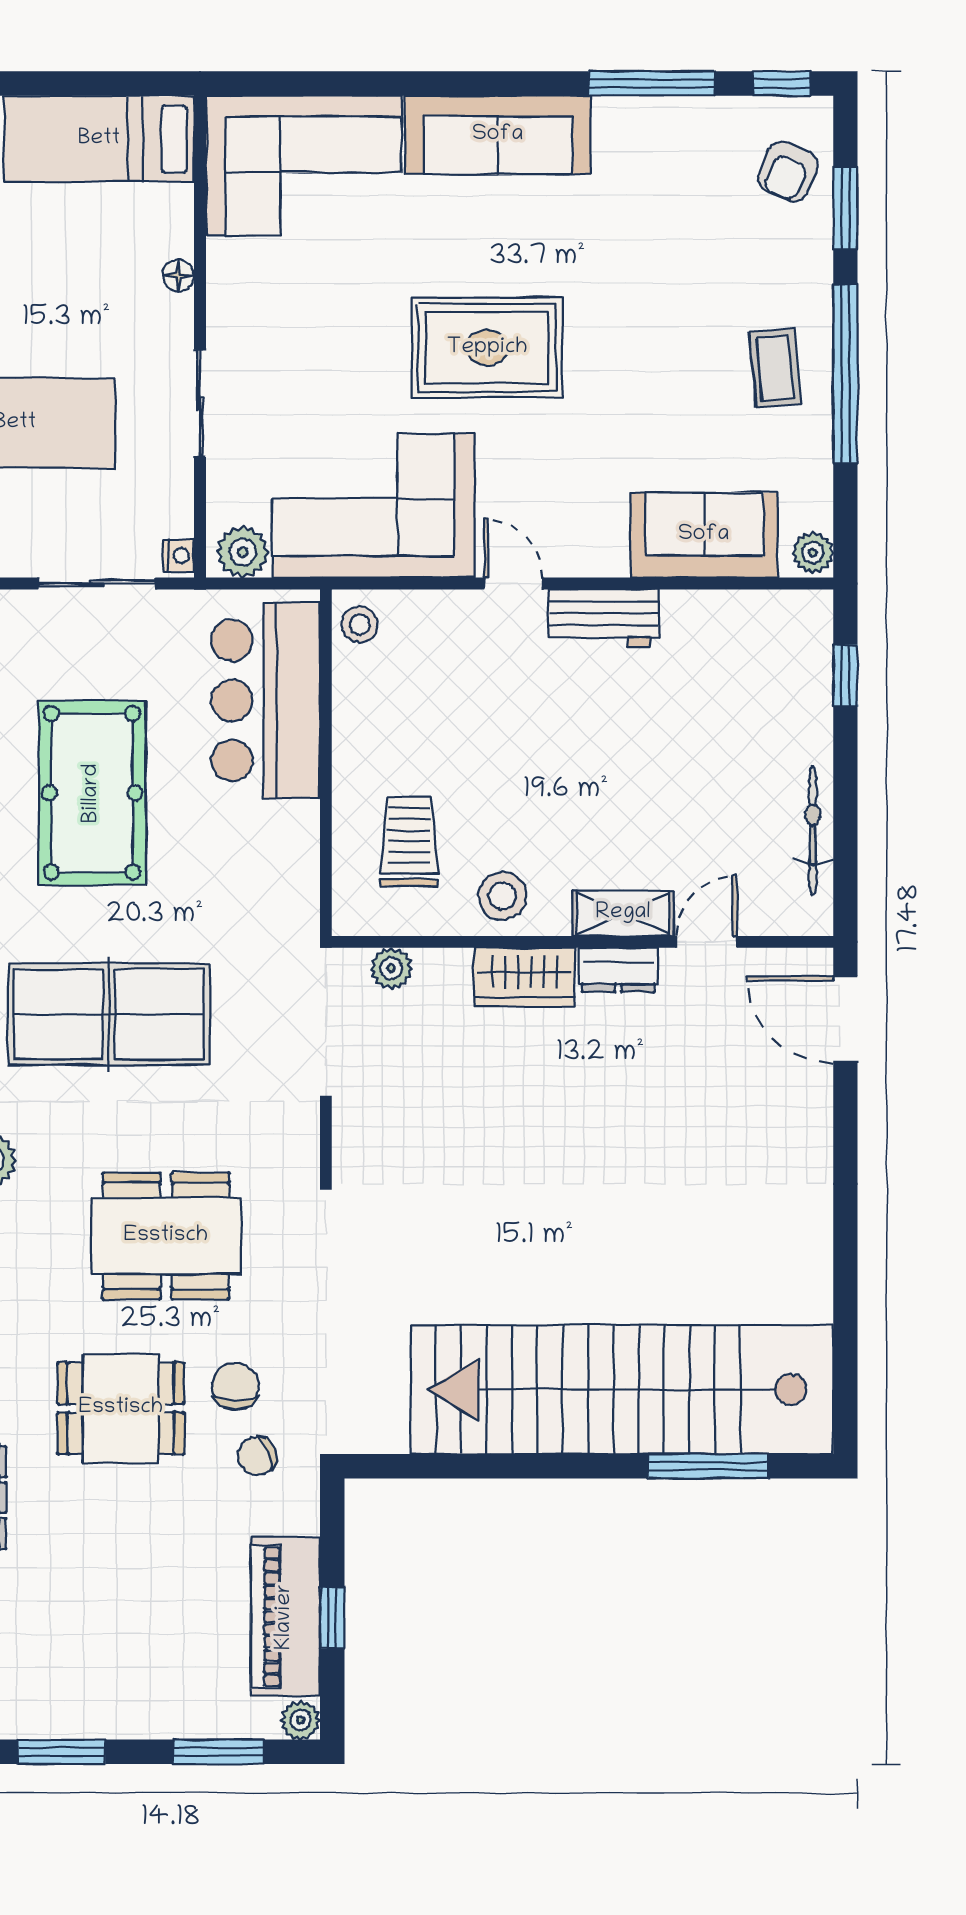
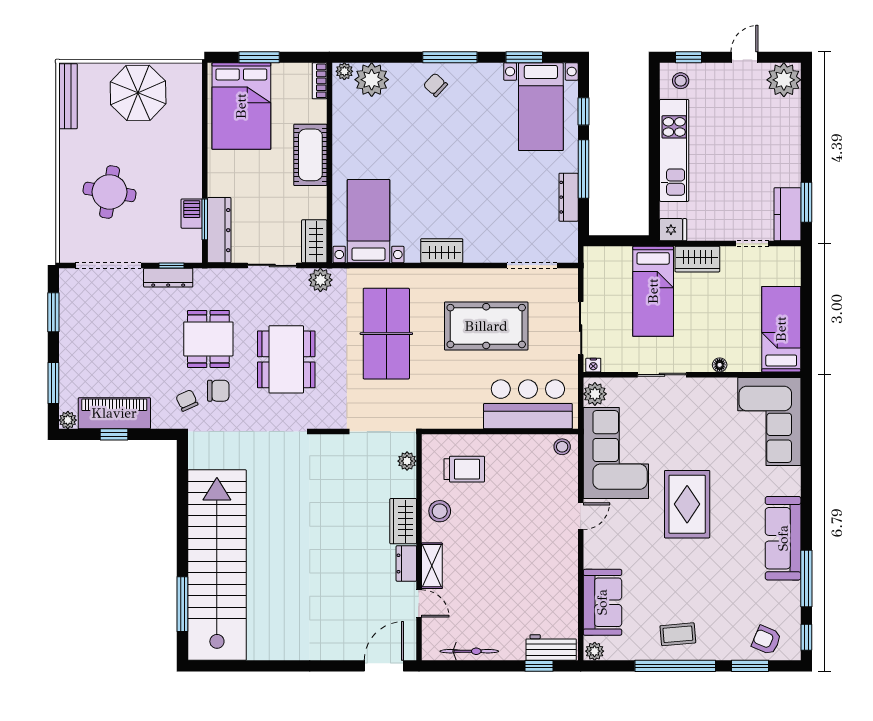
sofa: (498, 135) -> (783, 538), moved
workbench: (604, 618) -> (551, 648), moved, turned 90

